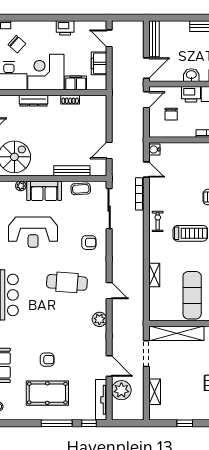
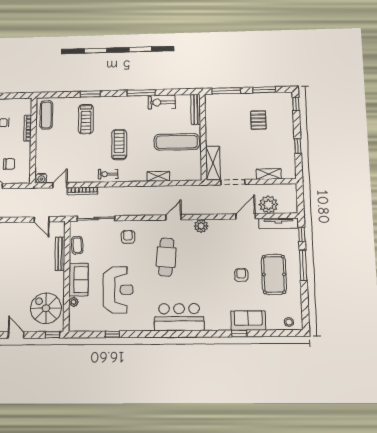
shelving: (177, 333) -> (213, 163), width x0.68

